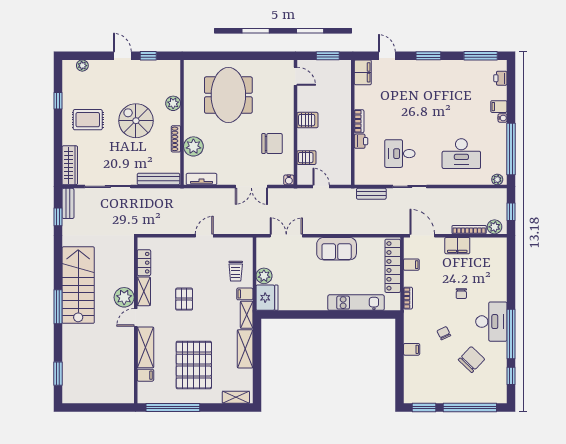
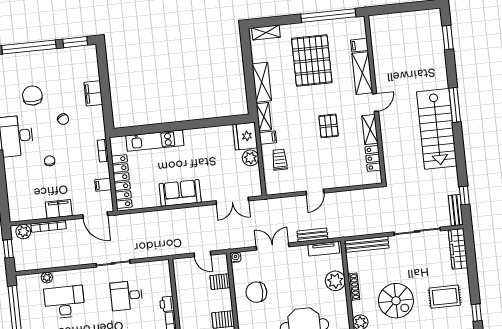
desk: (400, 154) -> (126, 296), turned 180
plant: (497, 179) -> (47, 278), moved
bench: (371, 194) -> (312, 235), moved
plant: (124, 297) -> (389, 121), removed
filing cabinet: (412, 349) -> (93, 93), width x2.00
chair: (472, 360) -> (32, 95), turned 136

